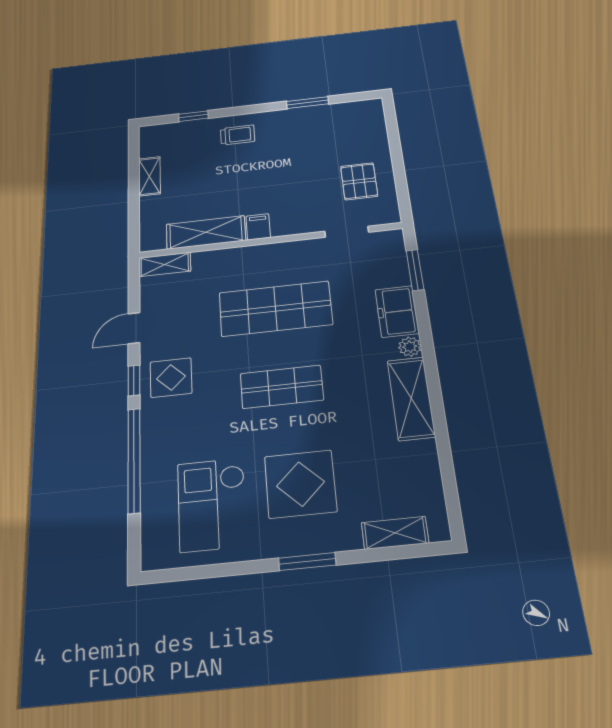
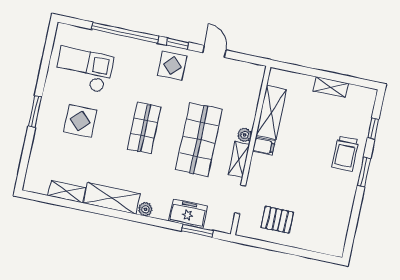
window: (307, 103) -> (364, 172), moved
trolley: (238, 135) -> (345, 153), width x1.36, depth x1.39
plant: (249, 254) -> (245, 135), added
shelving: (165, 264) -> (239, 159), moved
freezer: (397, 311) -> (188, 214), moved
display table: (300, 484) -> (80, 121), width x0.73, depth x0.73
shelving: (395, 533) -> (67, 192), moved, turned 90

